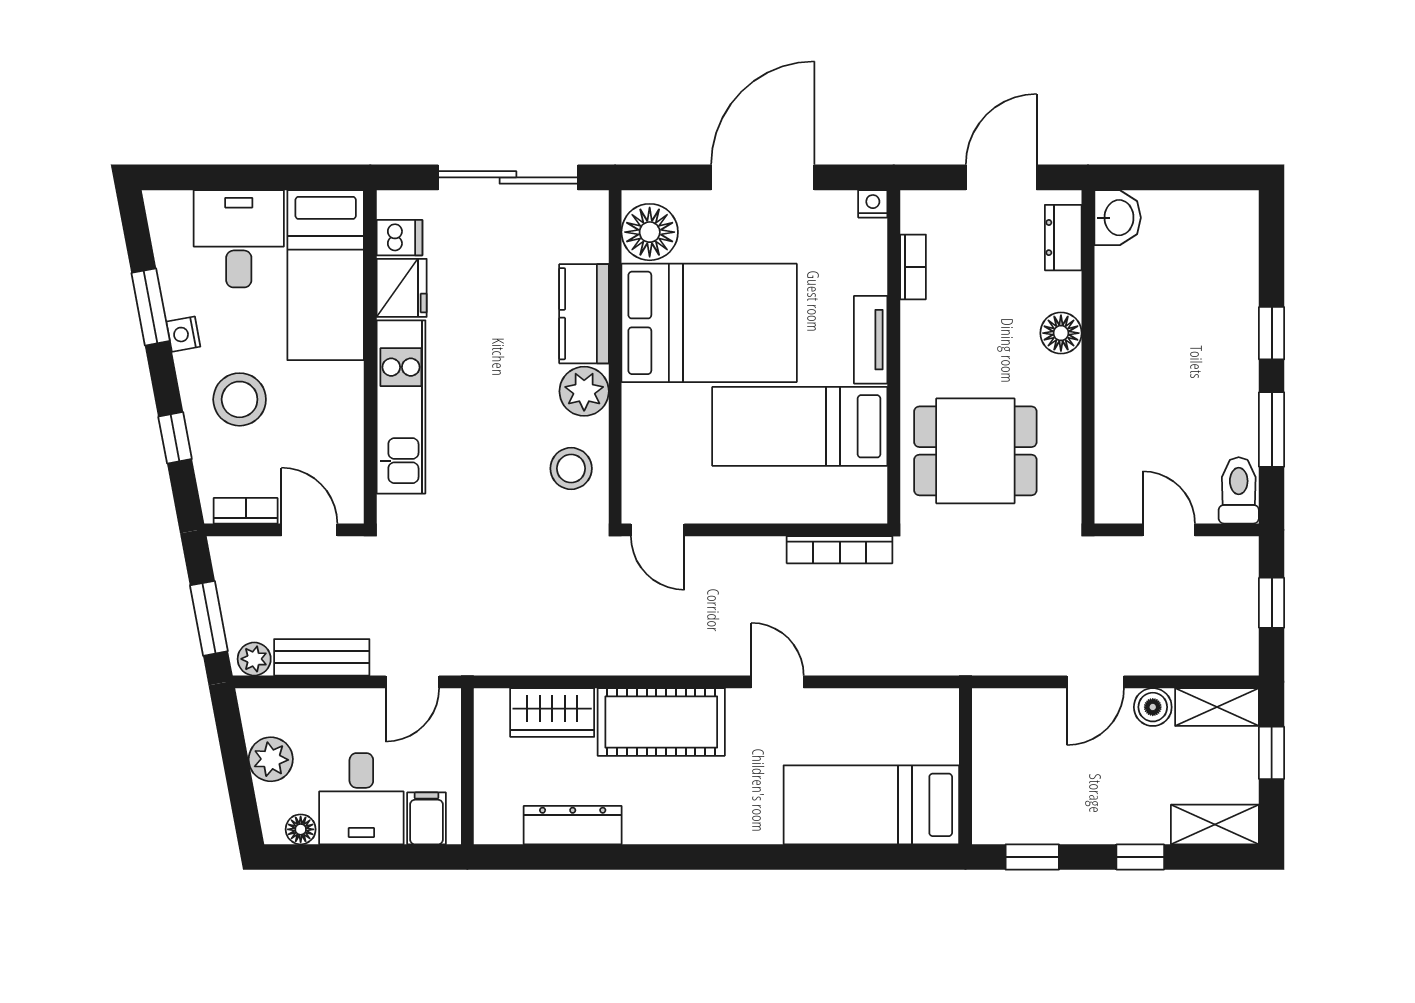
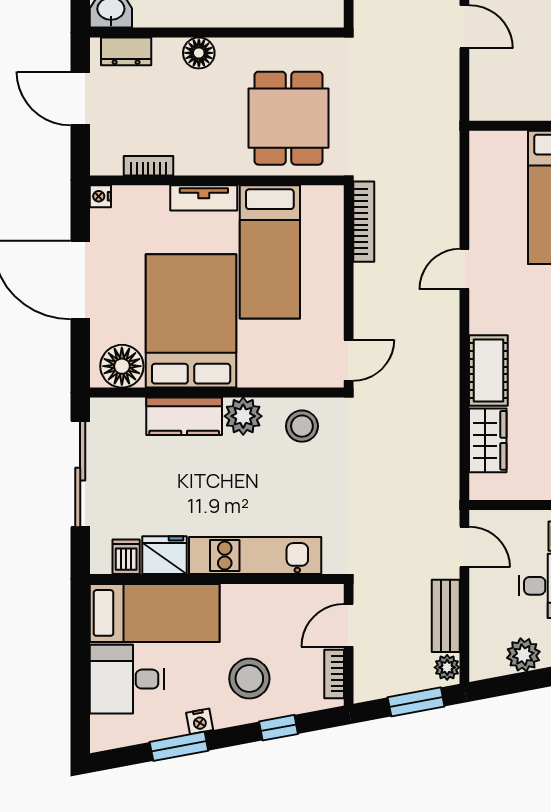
cot: (661, 722) -> (488, 370), width x0.73, depth x0.75

